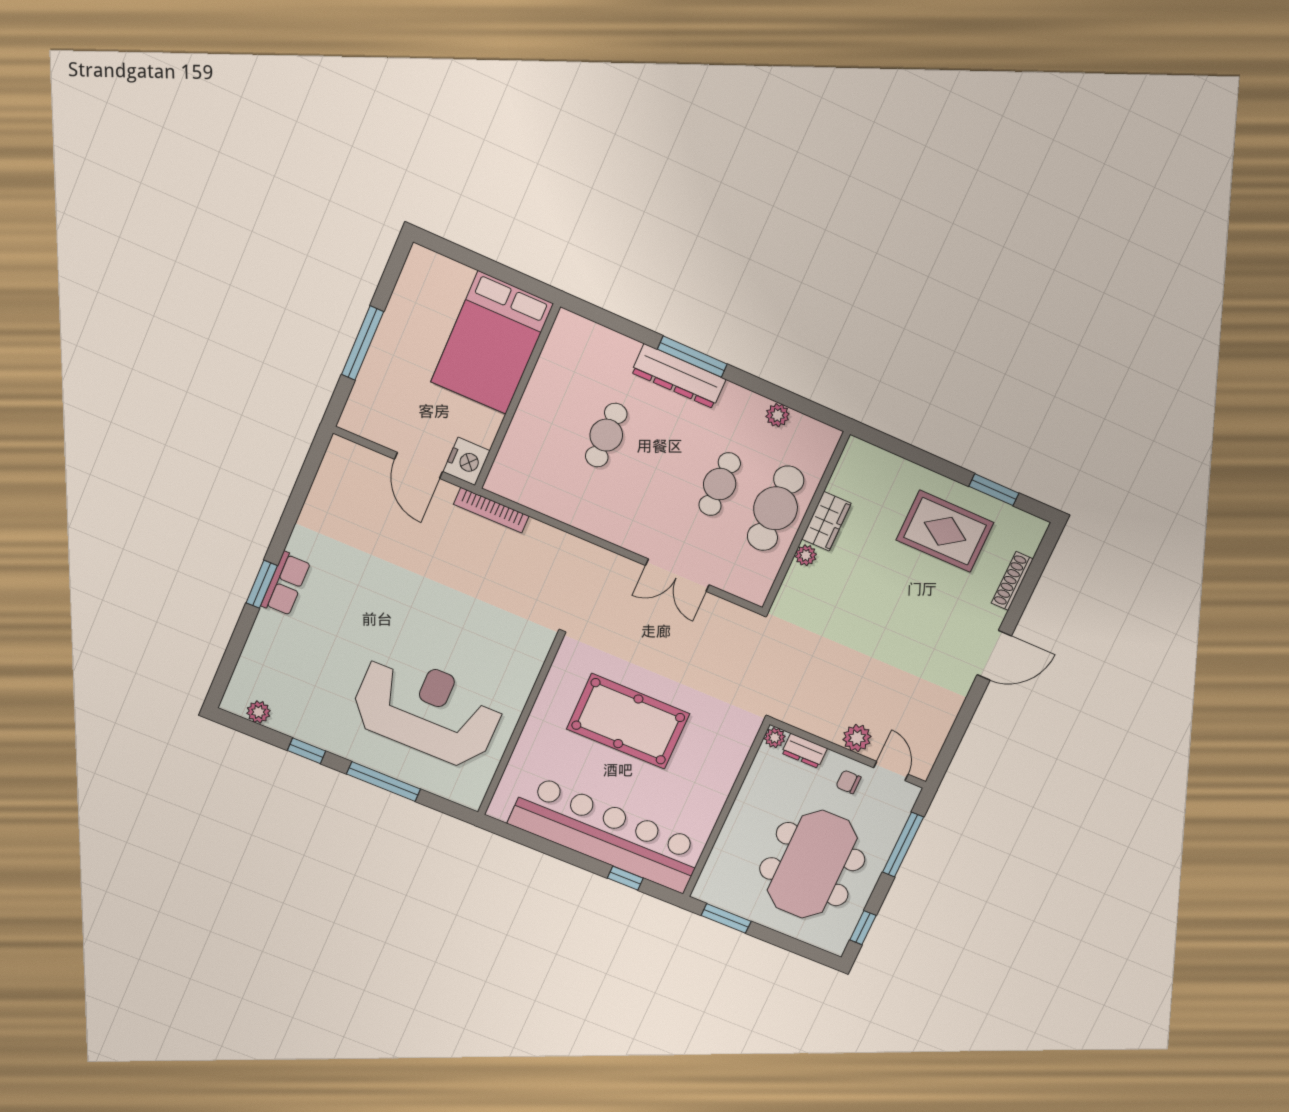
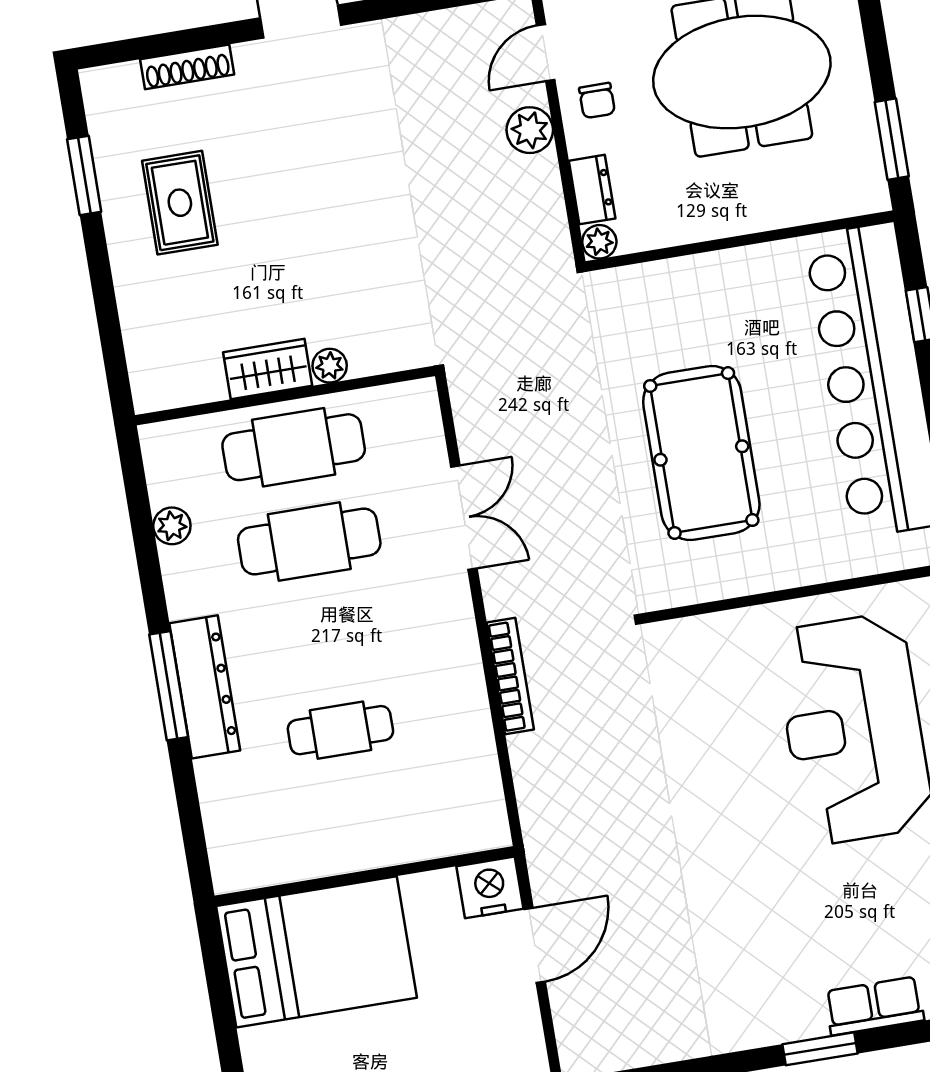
cafe table: (720, 484) -> (309, 542), width x1.37, depth x1.35
bookcase: (491, 510) -> (510, 676), moved
rug: (945, 531) -> (180, 203), width x0.73, depth x0.70
row of seats: (286, 584) -> (874, 1006), moved

